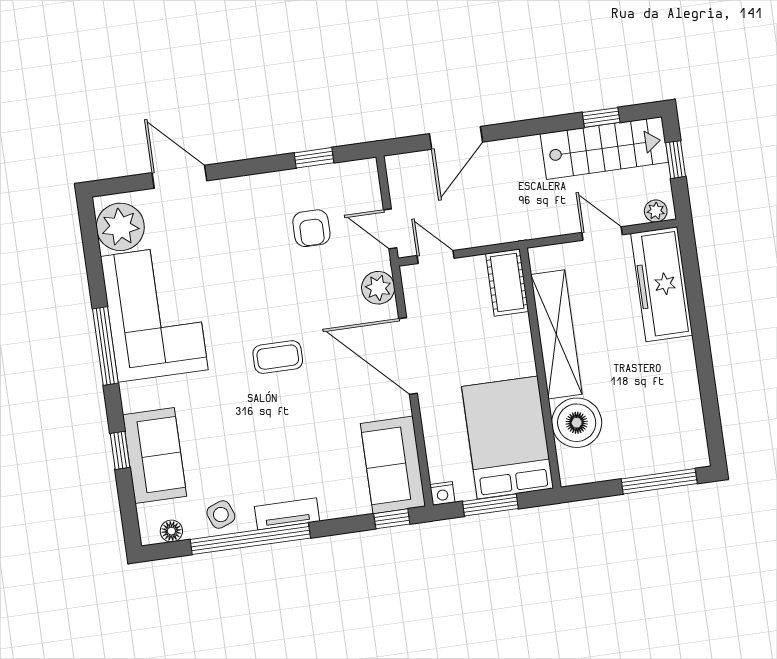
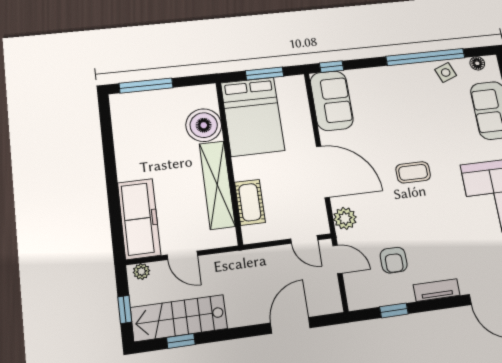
armchair: (311, 228) -> (394, 260), turned 180
cot: (507, 283) -> (250, 202), moved
nightstand: (442, 493) -> (298, 82), removed
tv unit: (287, 514) -> (437, 290), moved, turned 180

